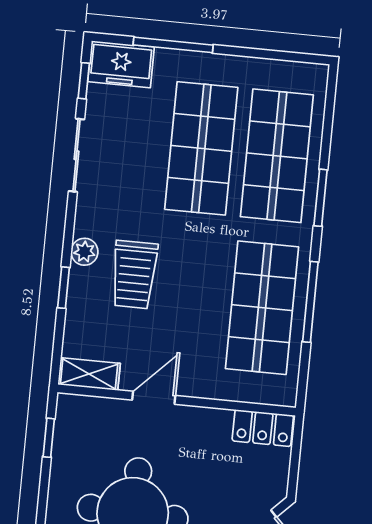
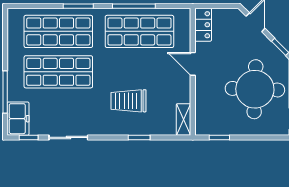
plant: (84, 252) -> (119, 128), removed
trolley: (134, 275) -> (129, 101), turned 180
door: (154, 398) -> (193, 64), moved

